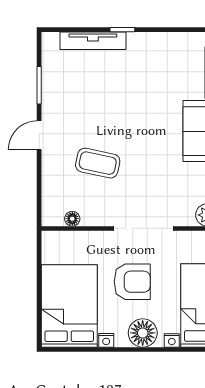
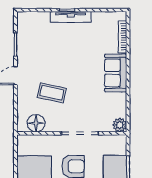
tv unit: (93, 41) -> (71, 17), moved
floor lamp: (72, 219) -> (36, 123), width x1.89, depth x1.89

